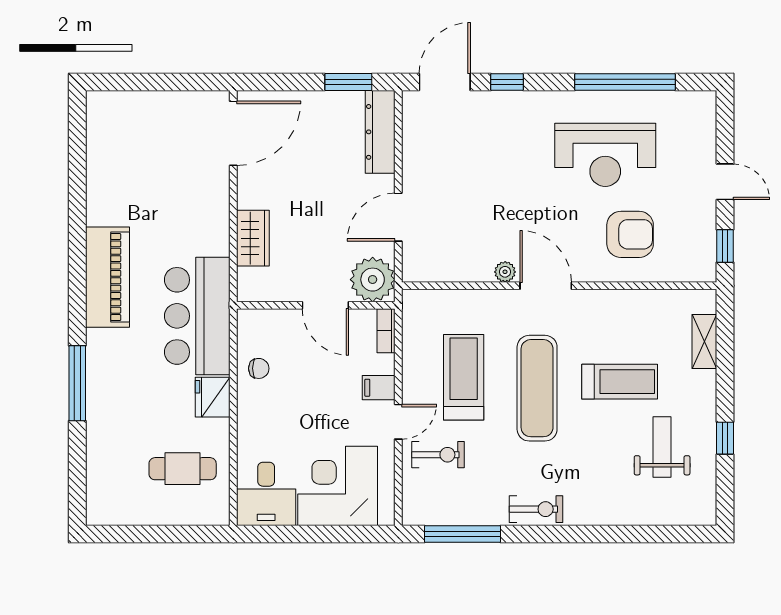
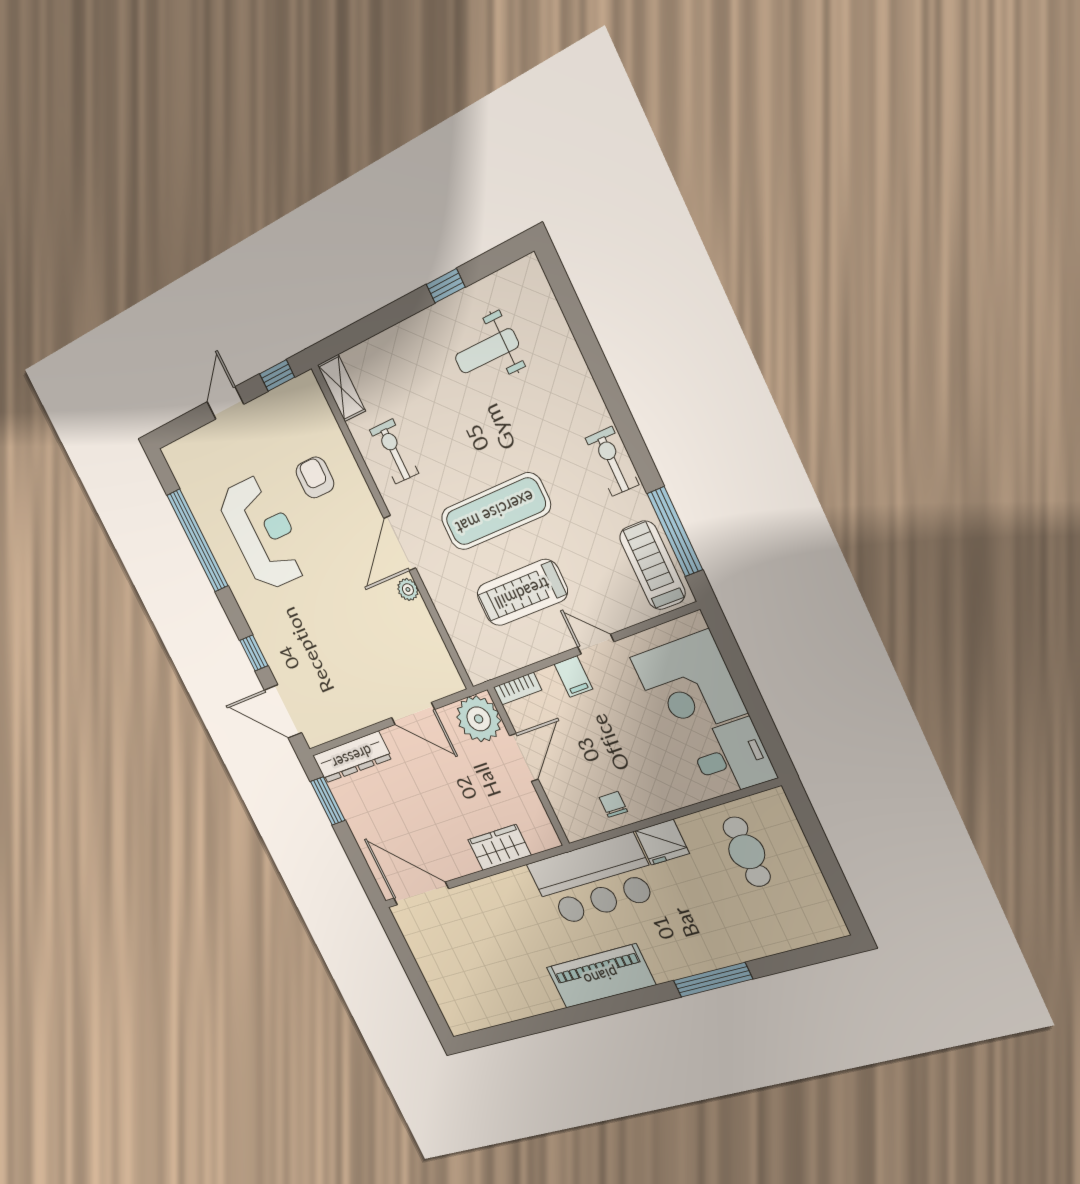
armchair: (630, 234) -> (315, 478), width x0.72, depth x0.72
shelving: (704, 342) -> (341, 388), moved, turned 90
treadmill: (620, 382) -> (652, 565), moved
exercise bike: (438, 455) -> (394, 452), moved

